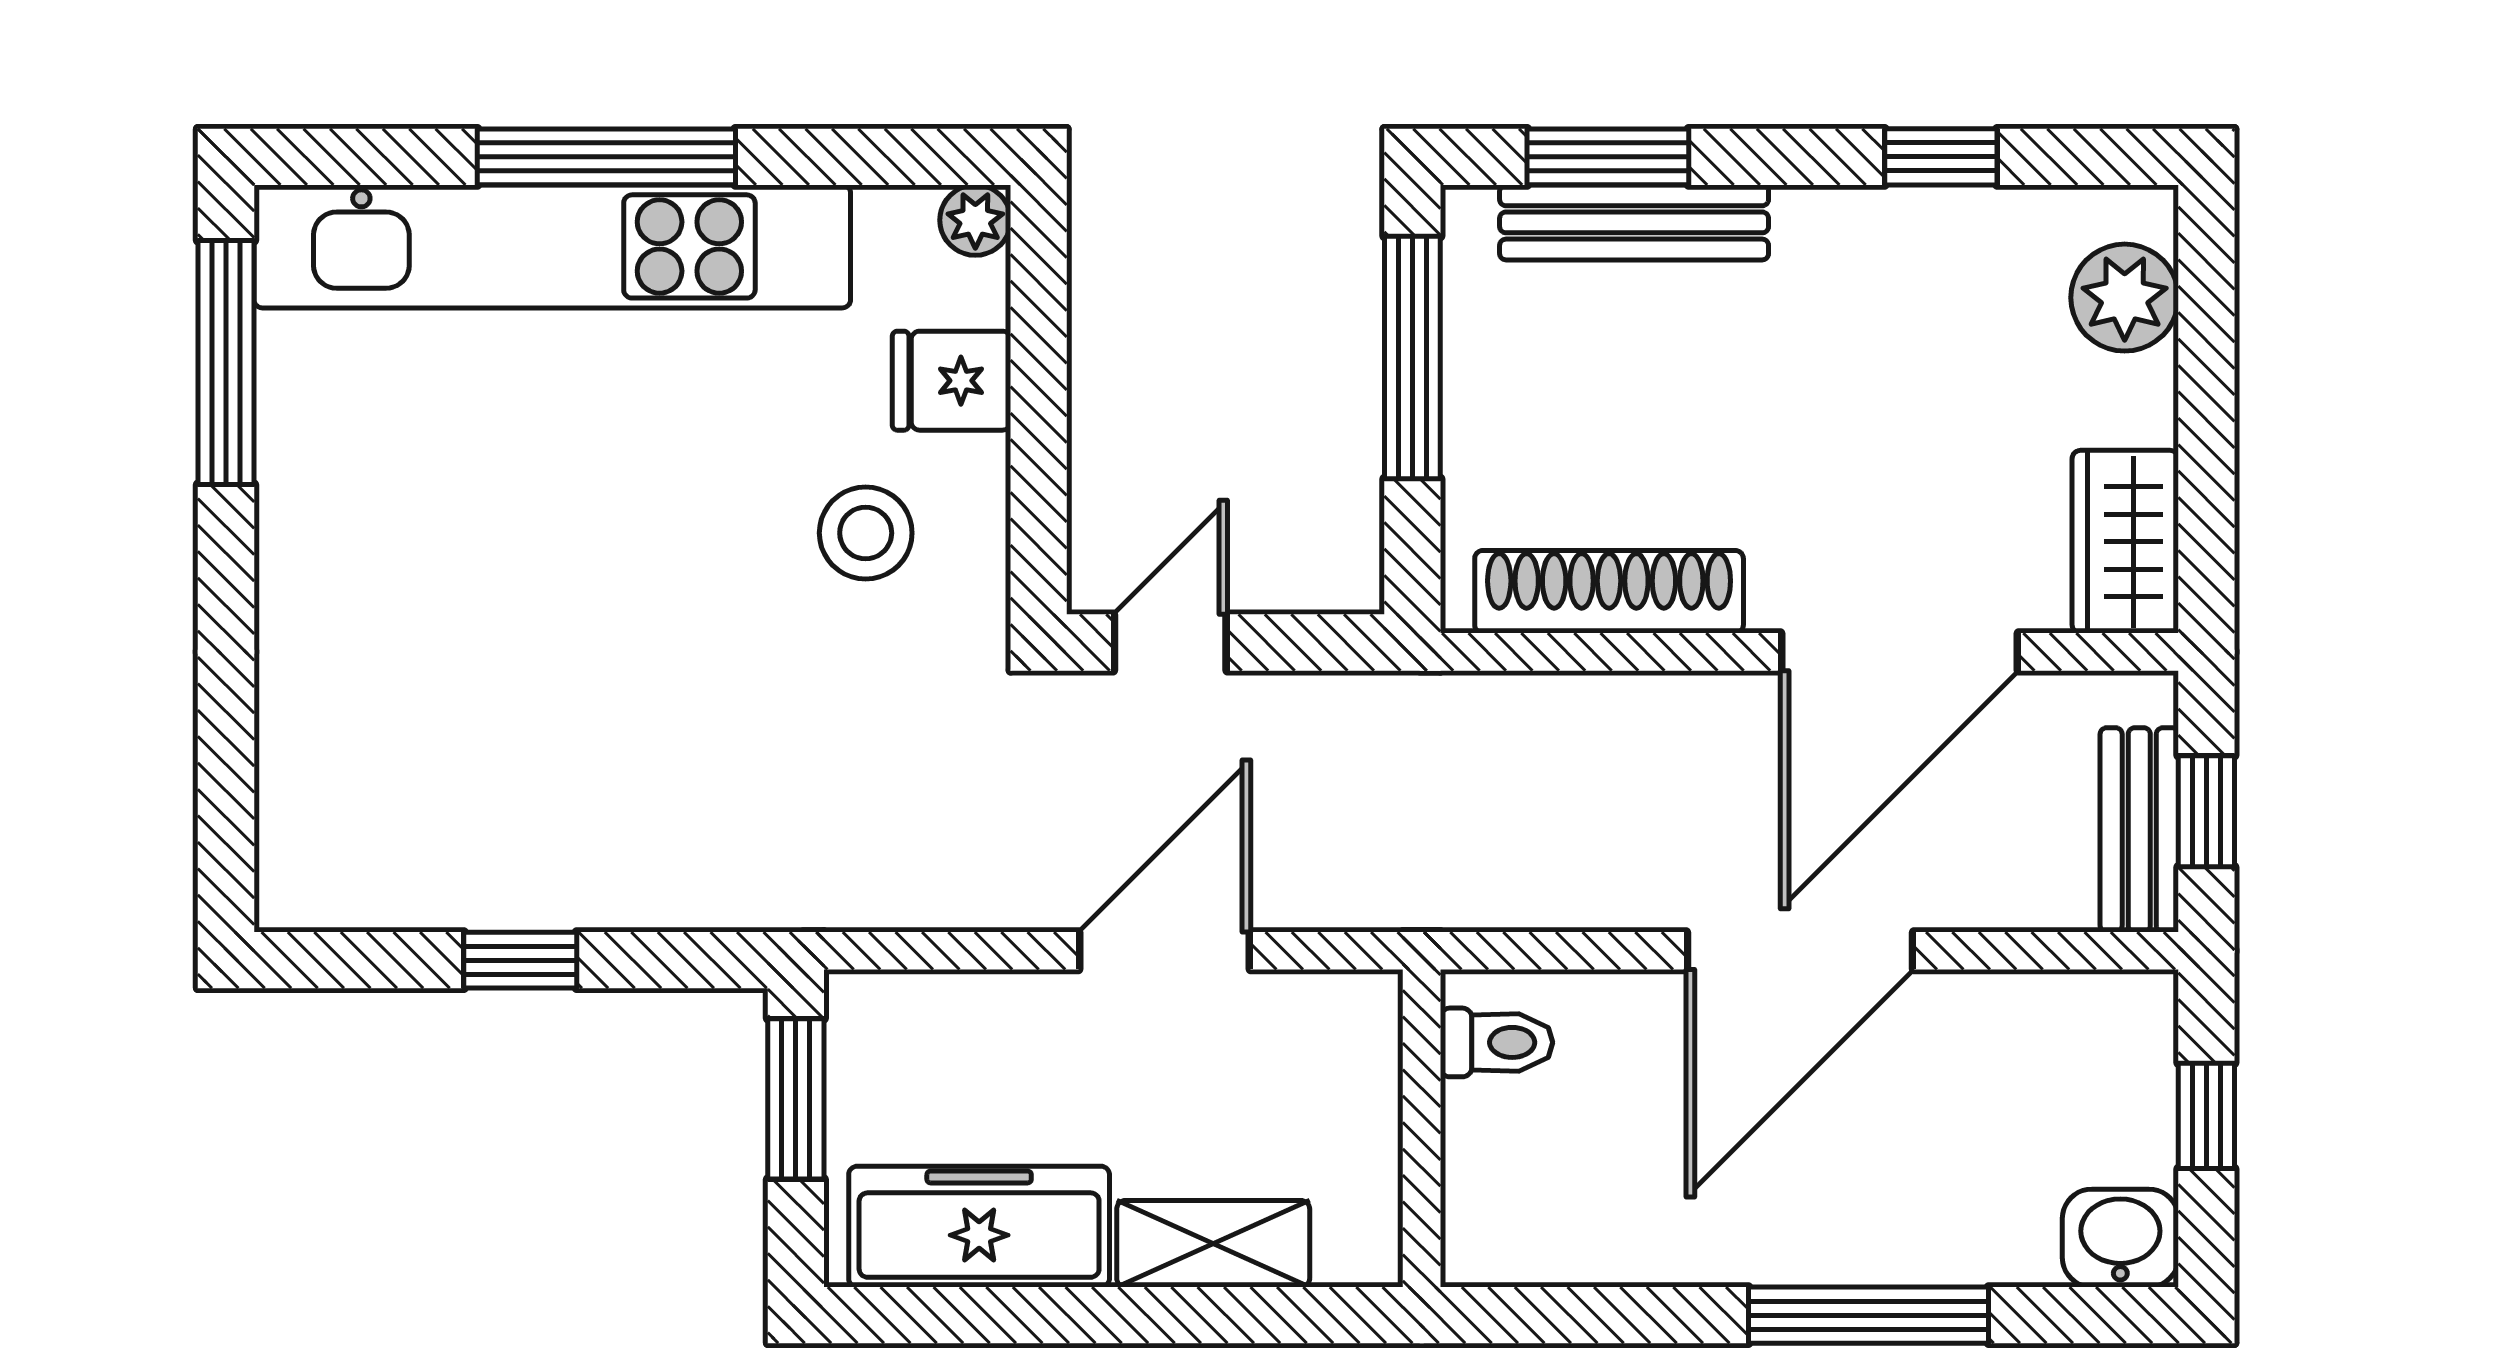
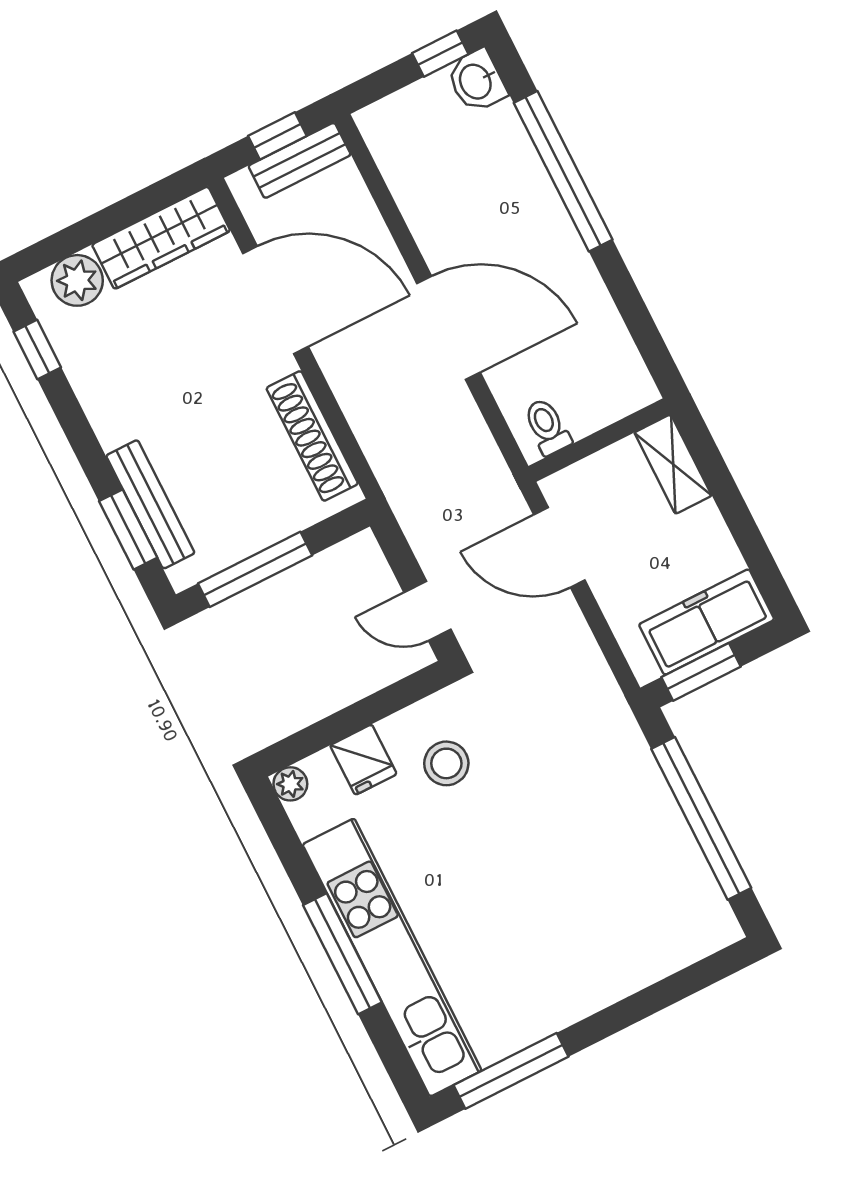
window: (1941, 157) -> (37, 350), moved
wardrobe: (2125, 542) -> (161, 238), width x1.50
door: (1800, 951) -> (449, 328), moved
window: (520, 960) -> (701, 818), width x3.17
toilet: (1496, 1042) -> (547, 427), moved
window: (2206, 1116) -> (440, 54), moved
wall: (1422, 1128) -> (600, 440), moved
freezer: (979, 1227) -> (707, 622), moved, turned 90
window: (1868, 1315) -> (563, 171), width x1.46

